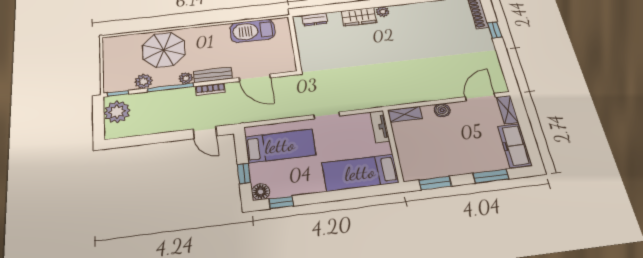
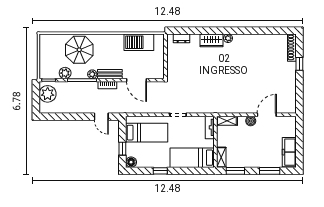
door: (480, 97) -> (267, 115), moved
shelving: (507, 110) -> (221, 157), moved
window: (281, 202) -> (160, 171), moved

